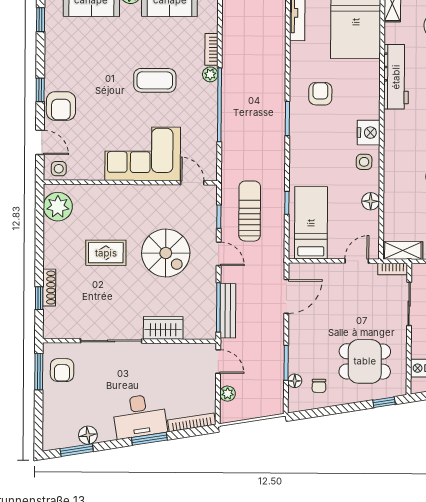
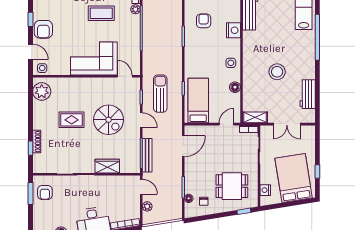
nightstand: (369, 133) -> (233, 30), moved

